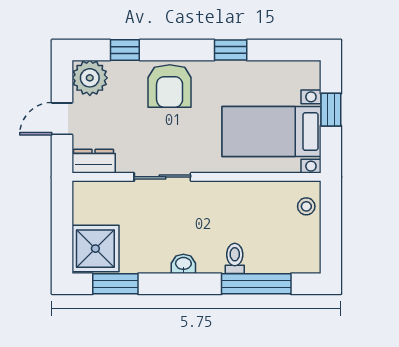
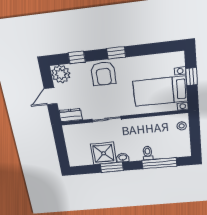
window: (231, 50) -> (116, 53), moved
shower: (95, 249) -> (103, 153), moved
window: (115, 284) -> (112, 167), moved

